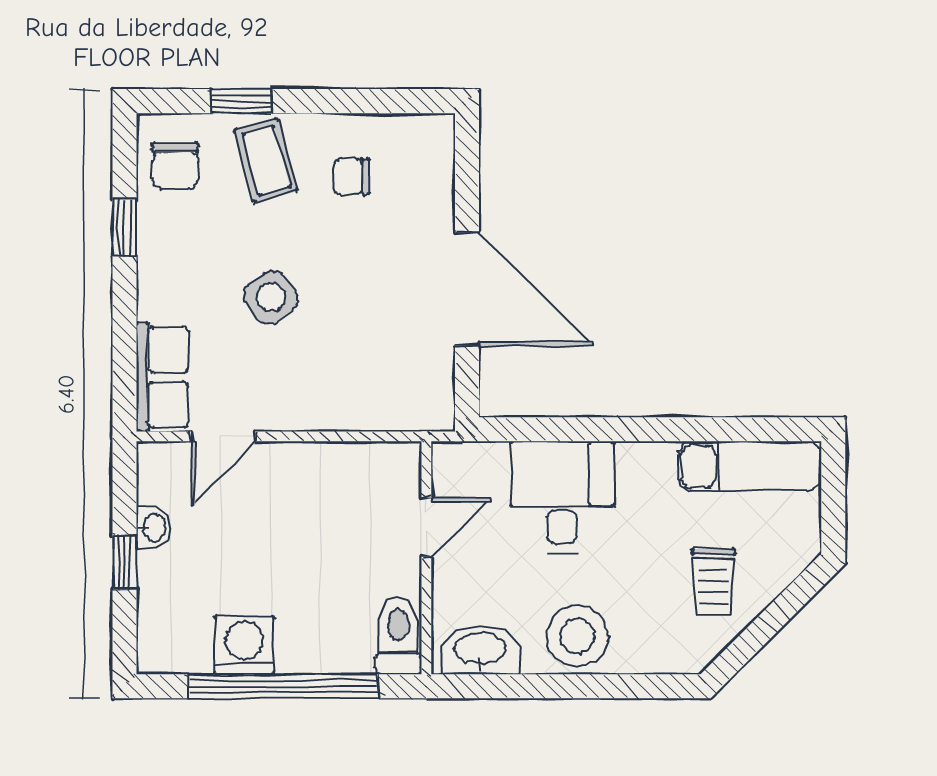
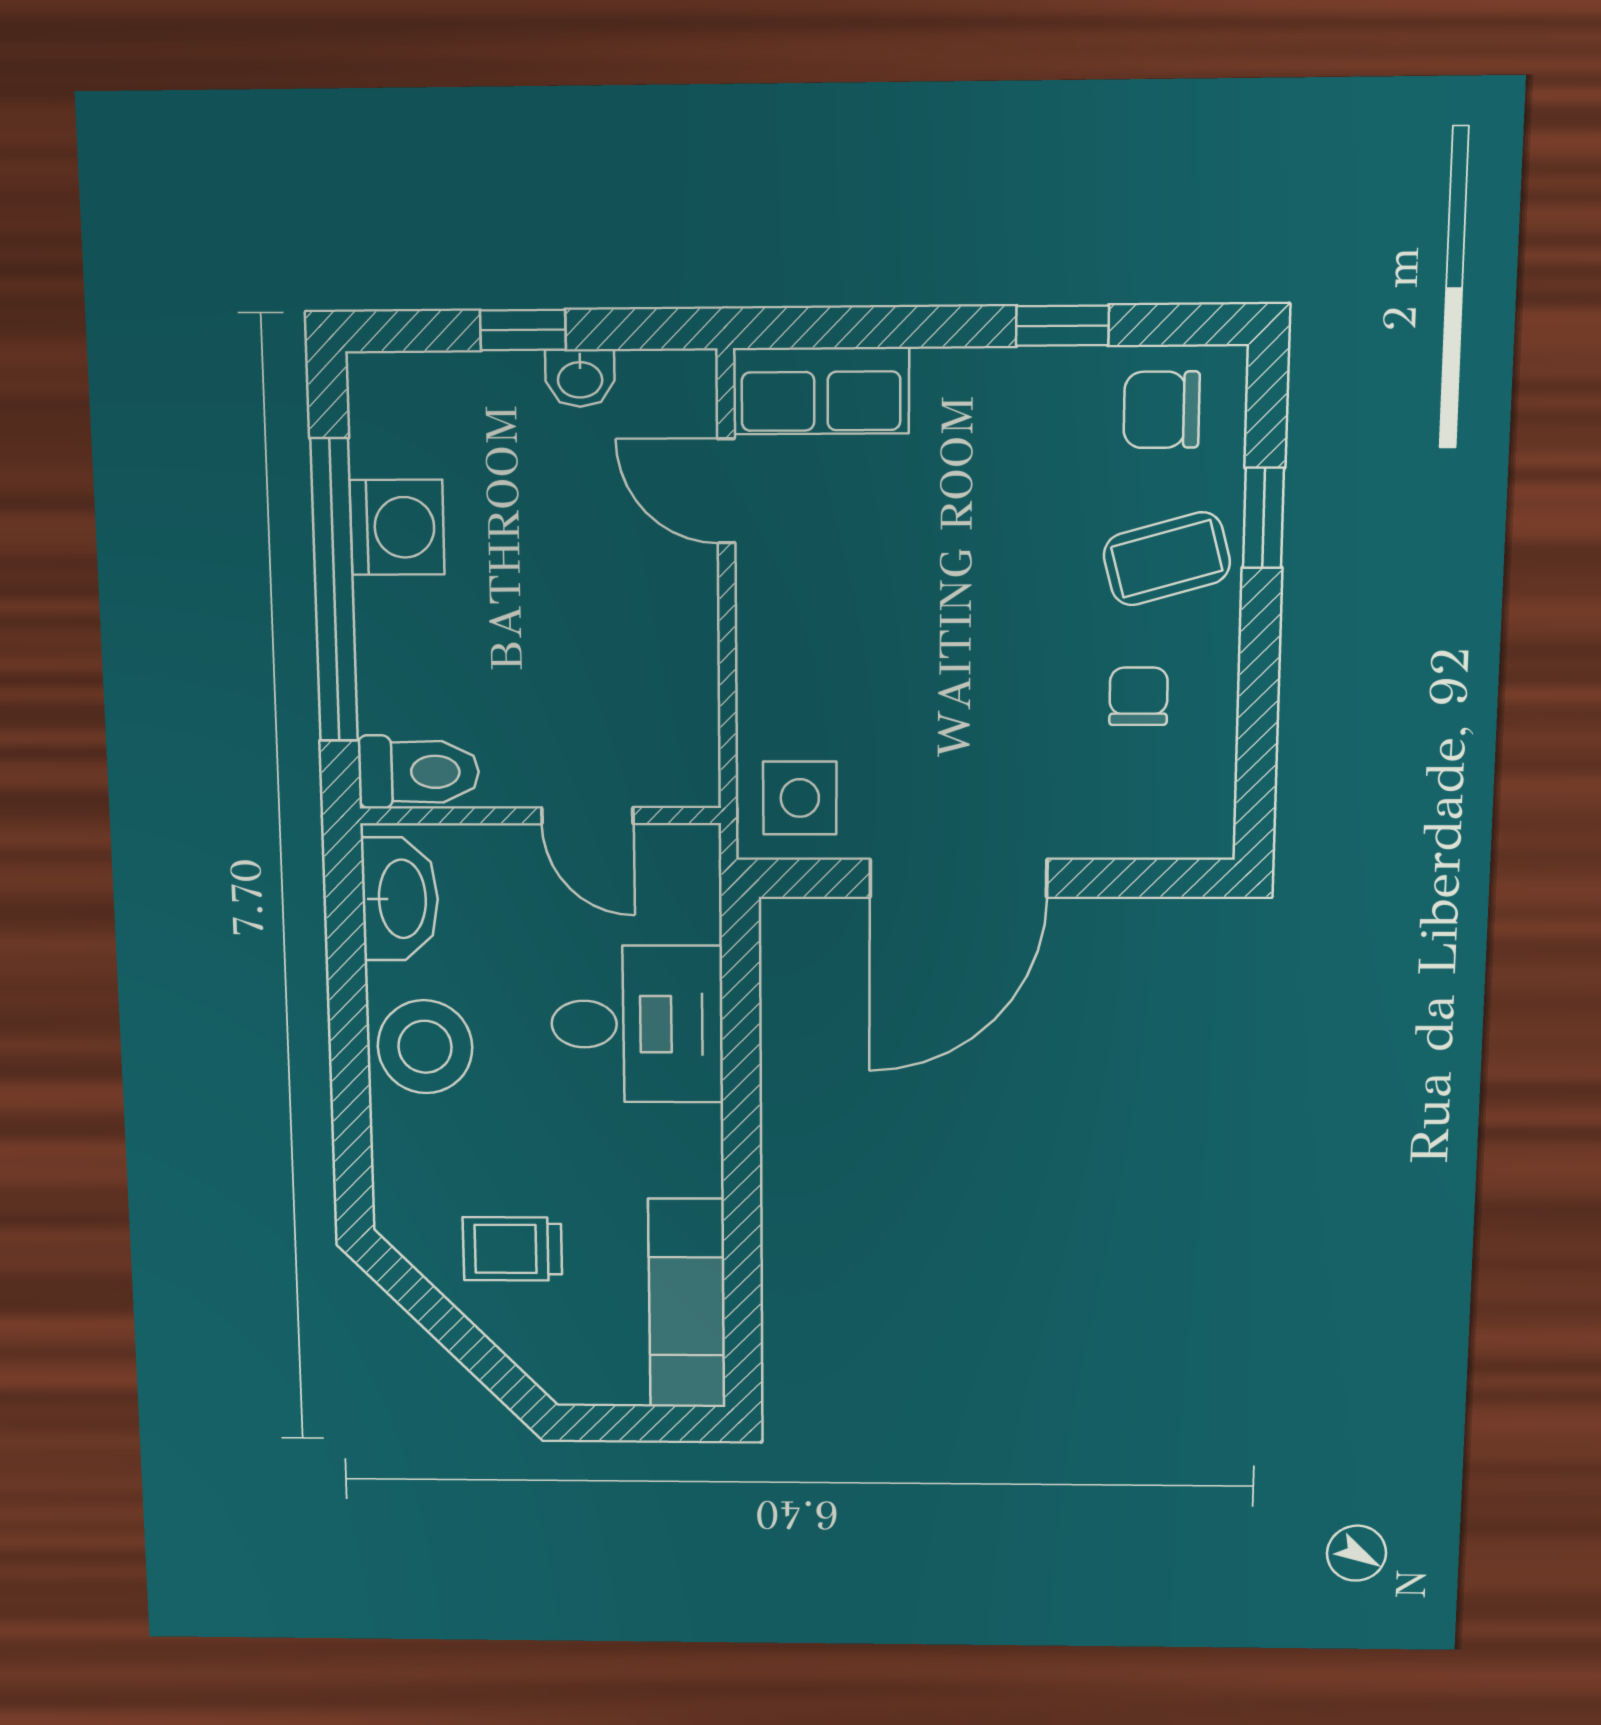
side table: (271, 297) -> (800, 798), moved, turned 37

